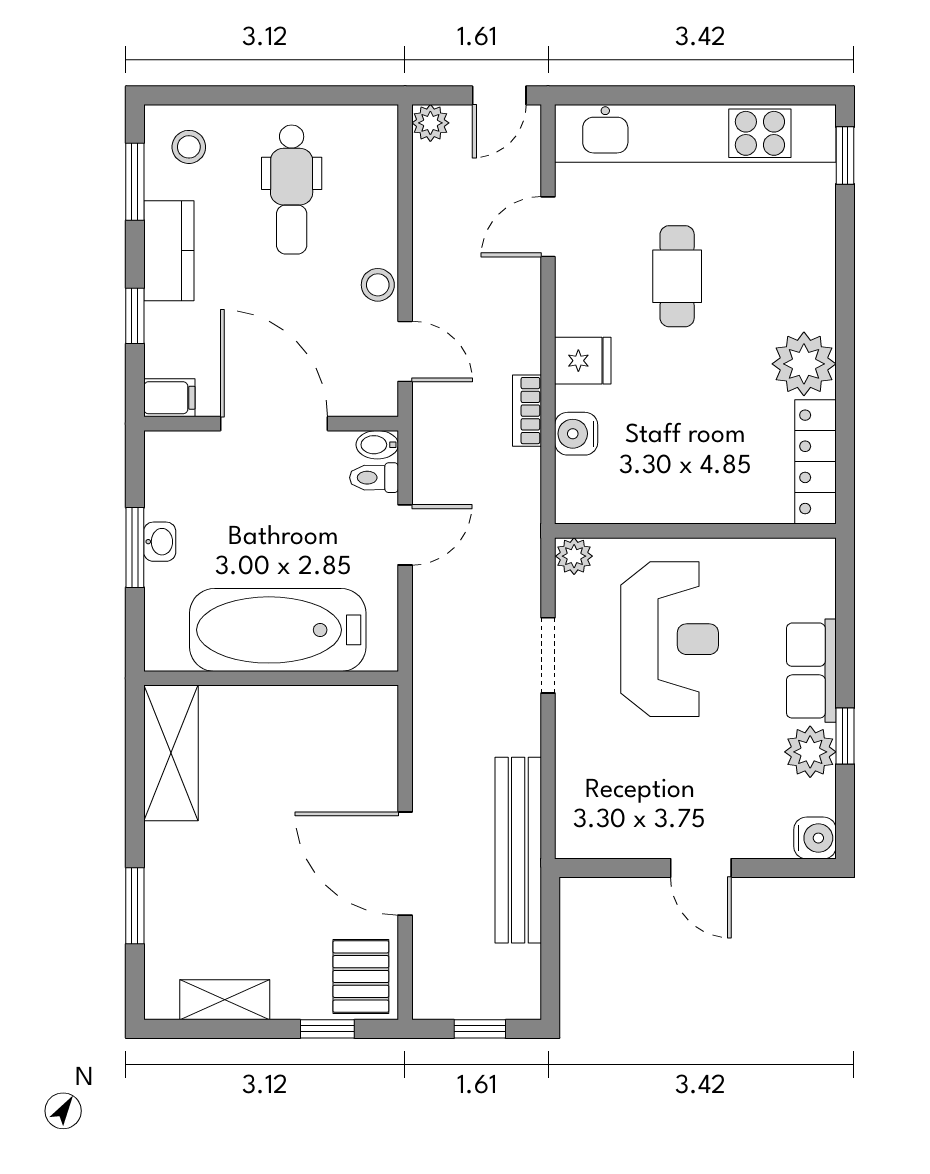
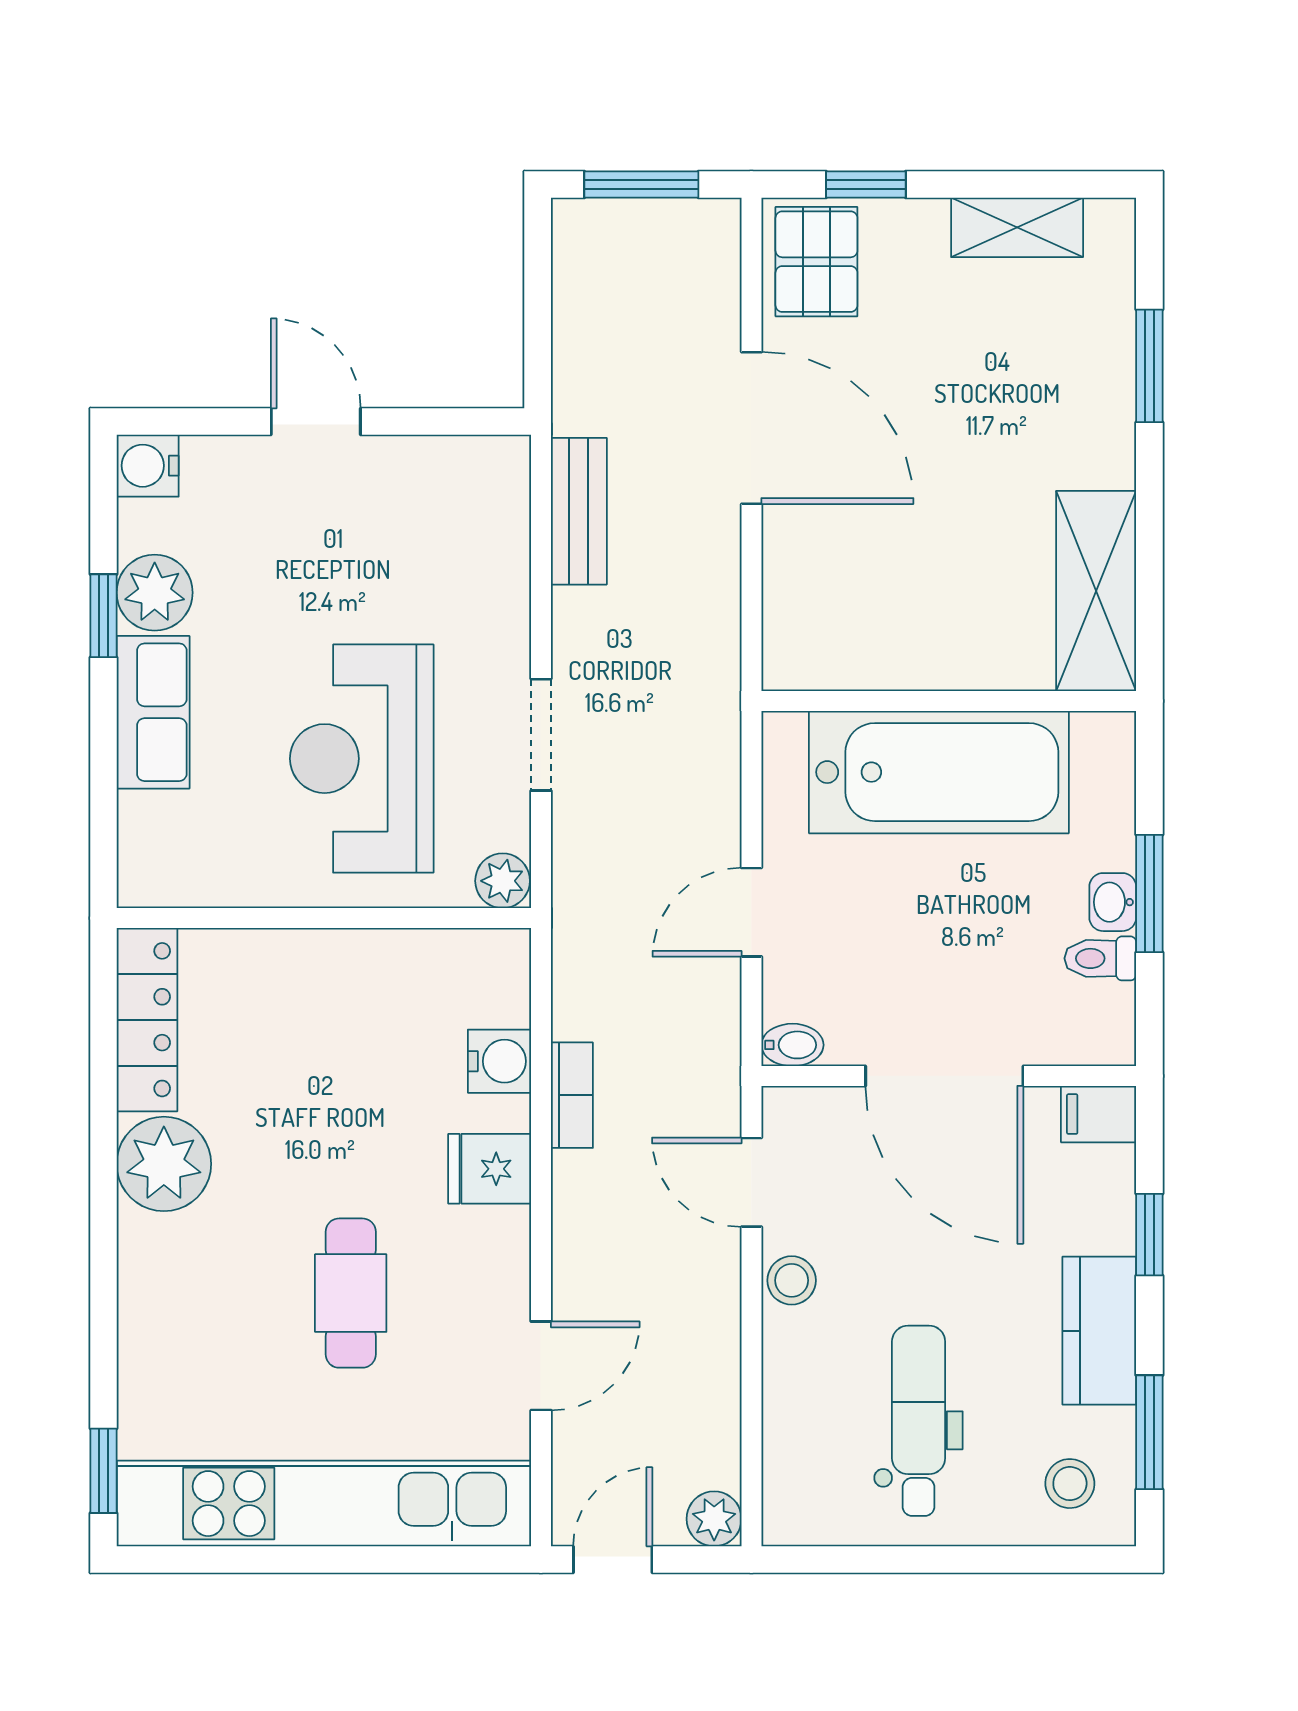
toilet: (374, 478) -> (1100, 958), moved, turned 180
bench: (518, 850) -> (579, 511), width x0.54, depth x0.82
window: (480, 1029) -> (641, 185), width x1.50

